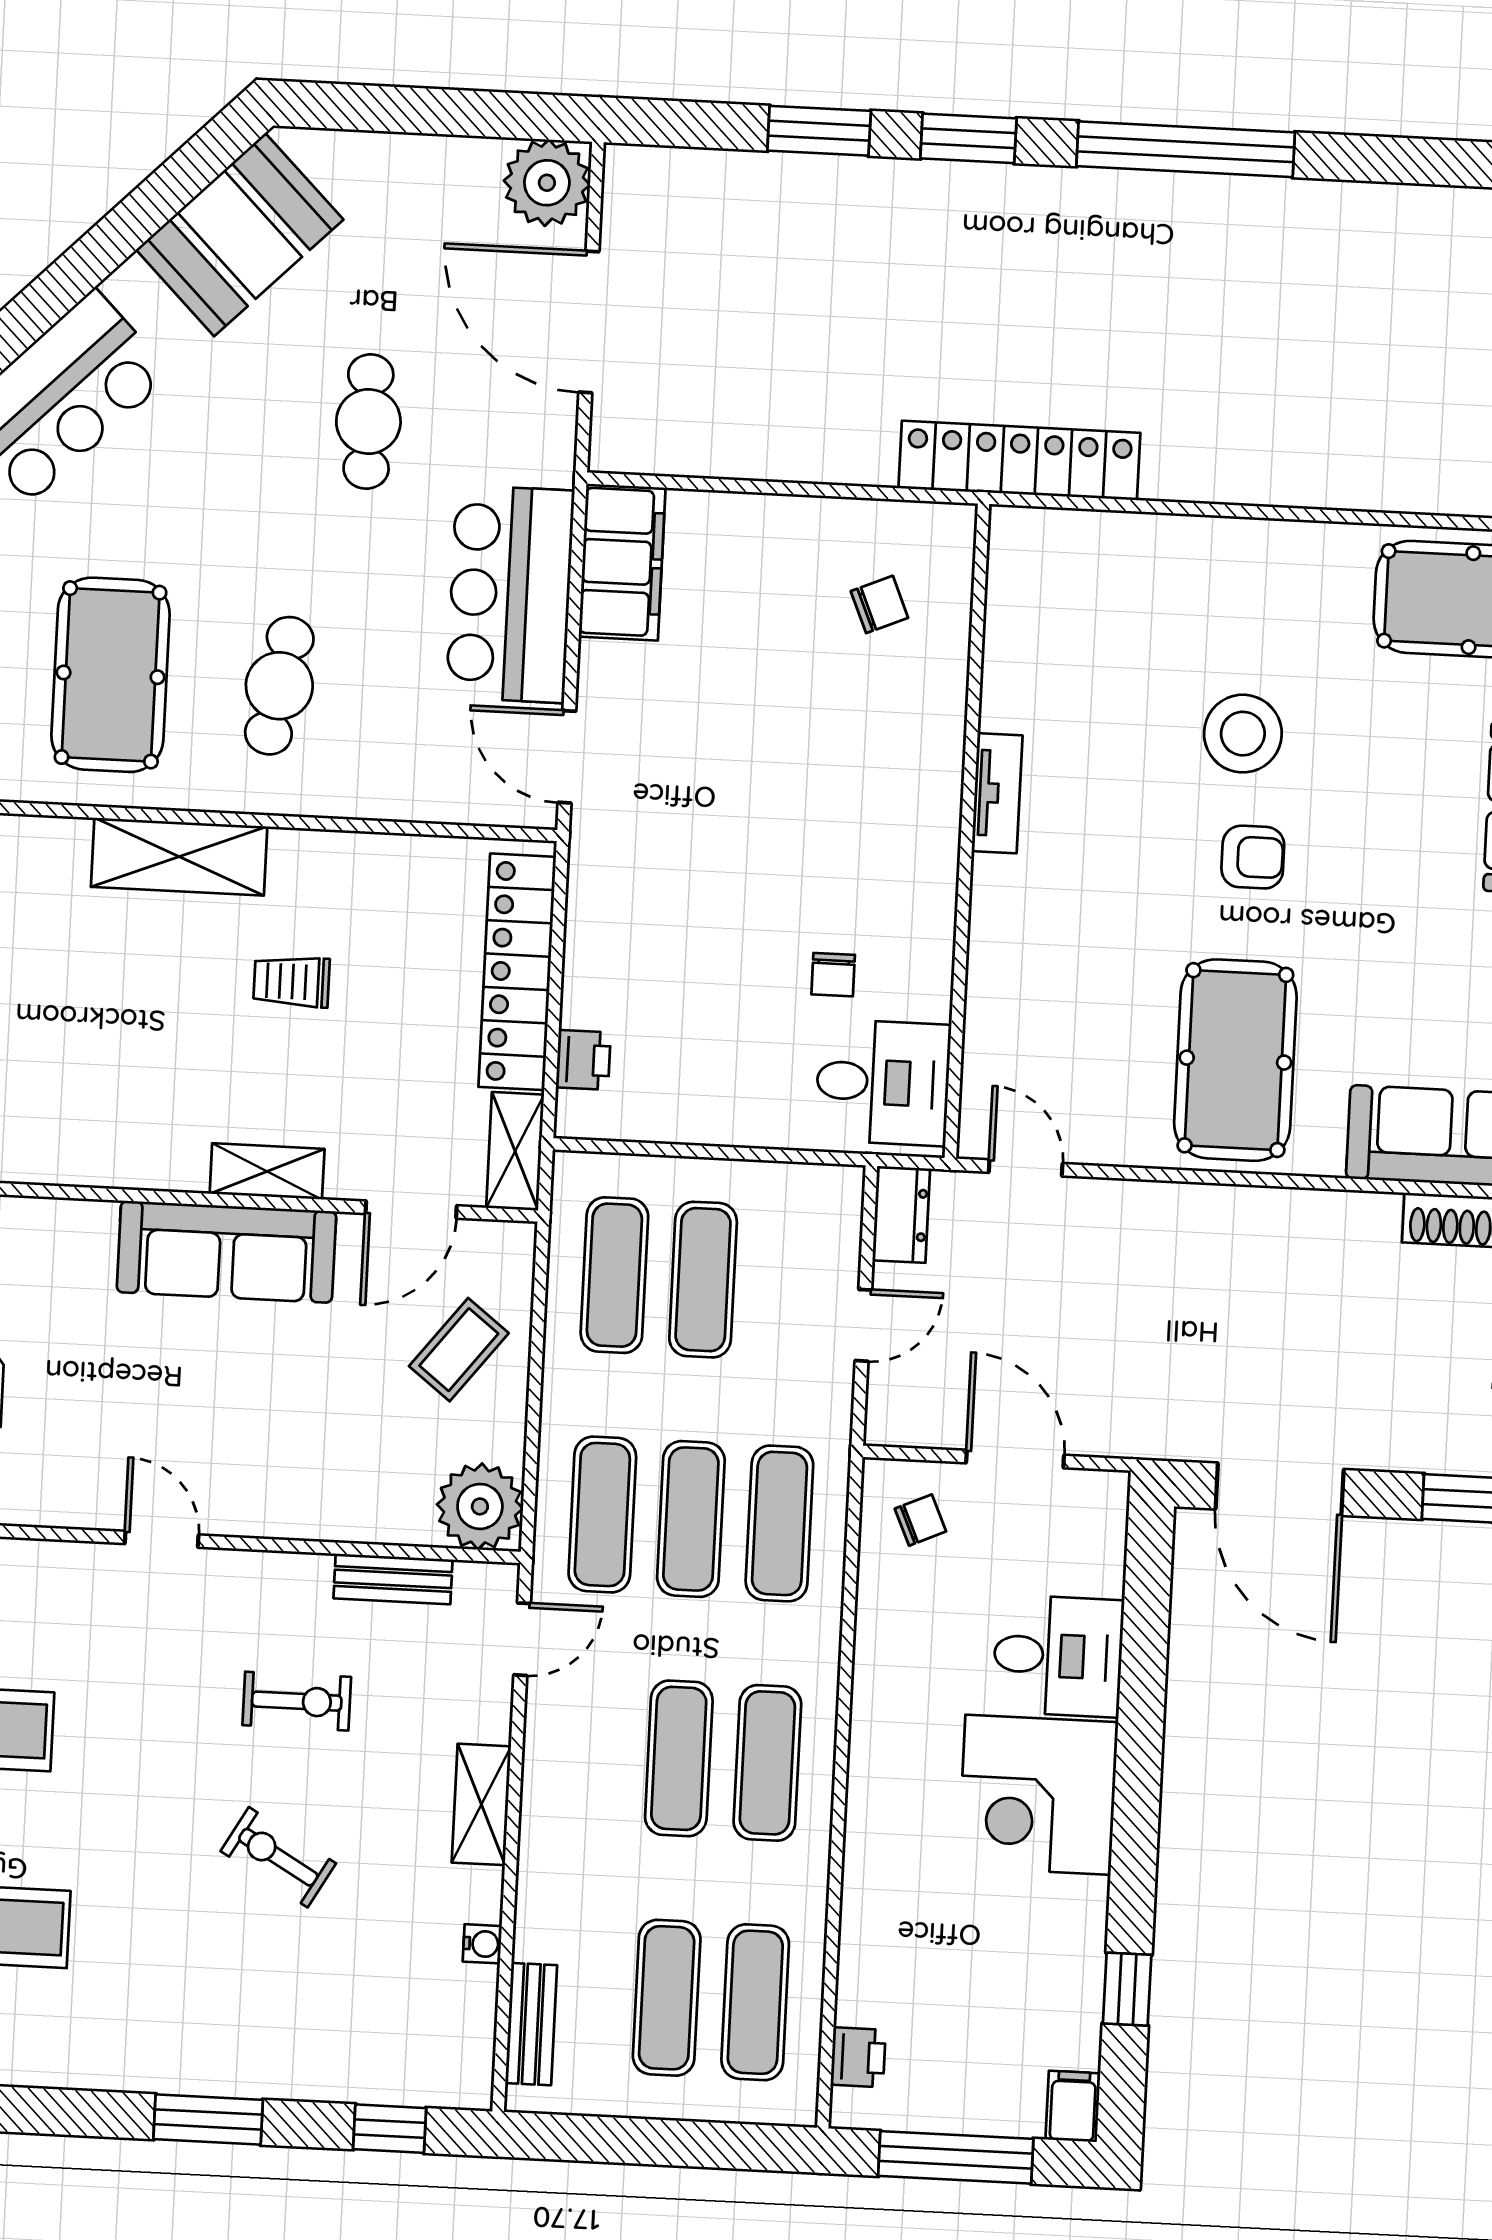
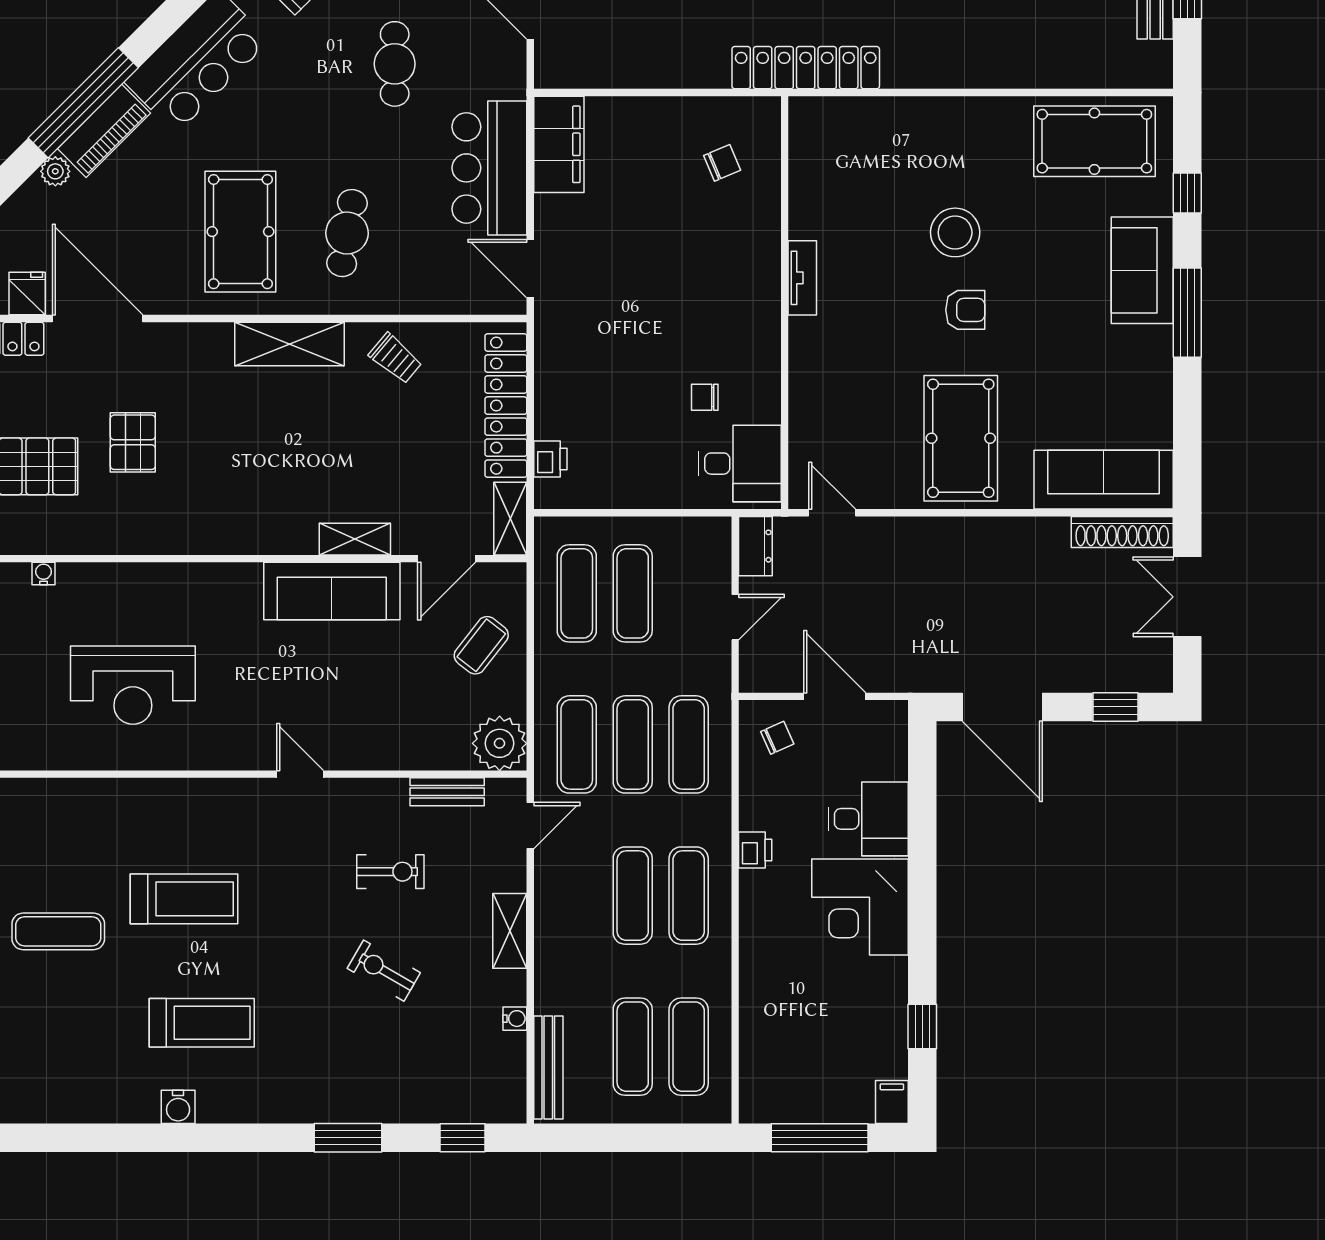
chair: (833, 975) -> (705, 397), turned 90
trolley: (291, 982) -> (396, 358), moved, turned -140
bench: (531, 2024) -> (548, 1068), width x1.36
printer: (858, 2057) -> (755, 850), moved

